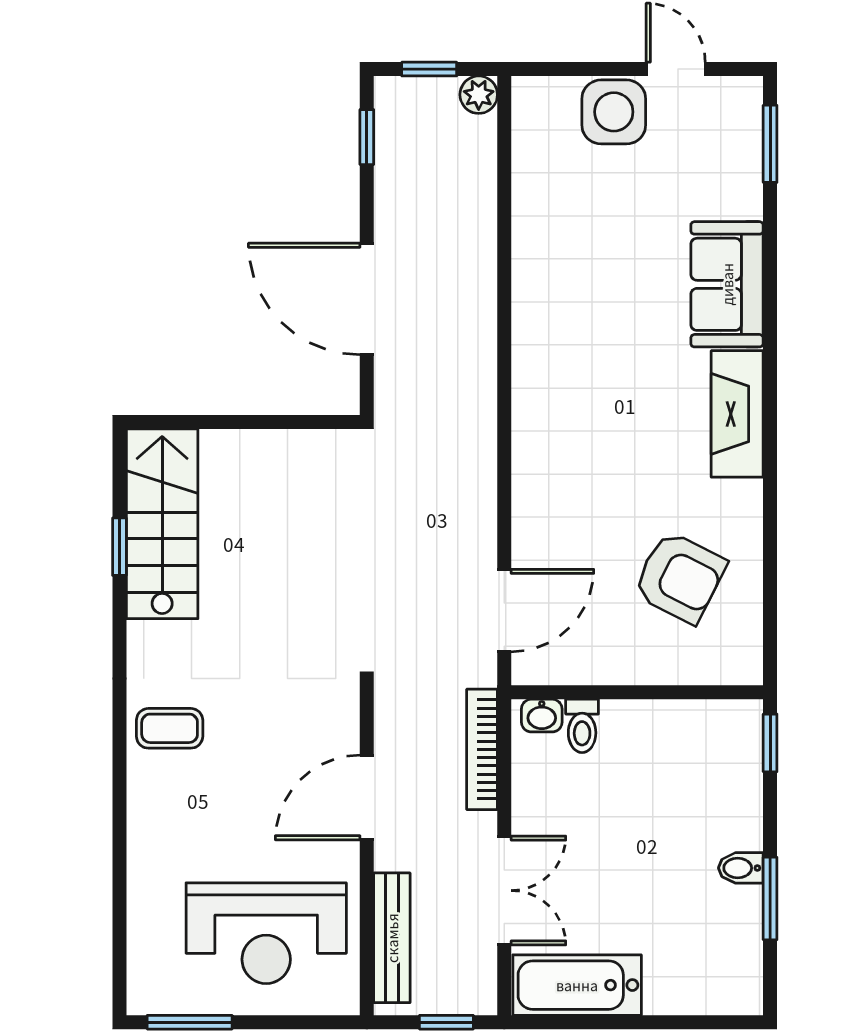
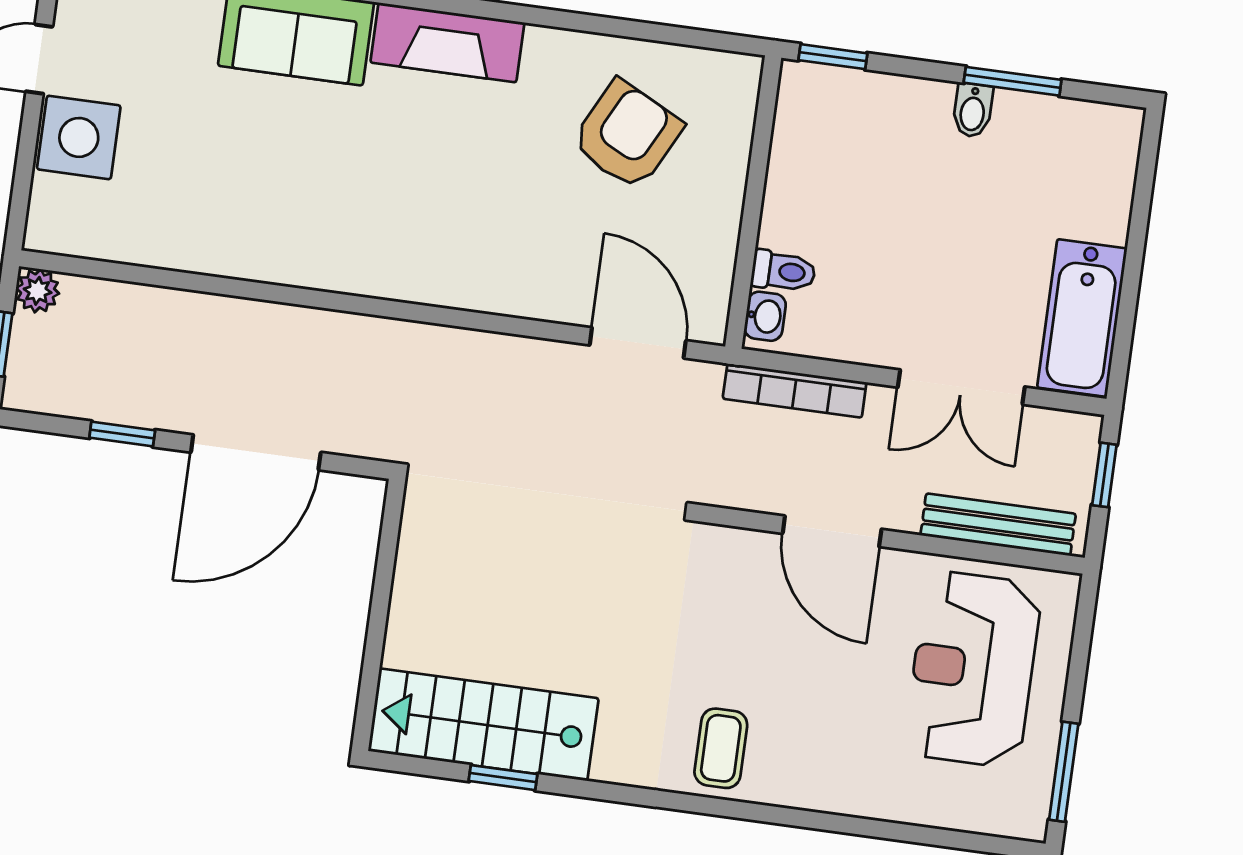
window: (367, 137) -> (122, 434), moved
double door: (504, 891) -> (961, 387), swing flipped
reception desk: (266, 933) -> (973, 669), turned 180

